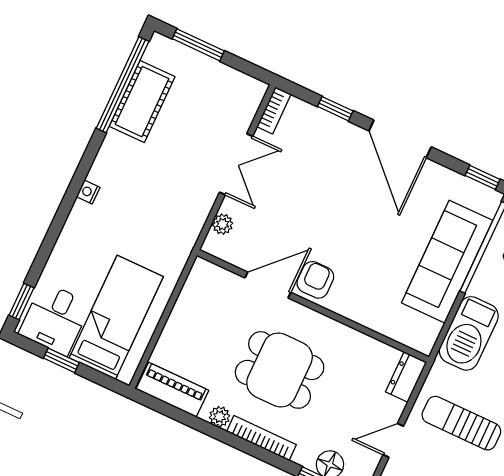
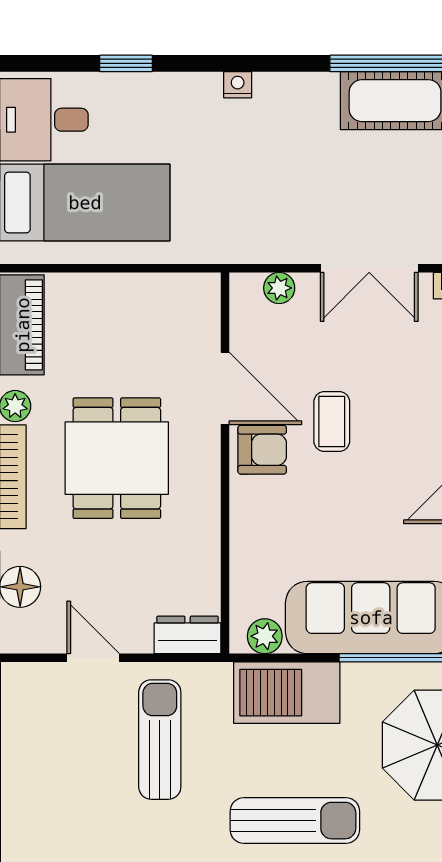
coffee table: (318, 230) -> (332, 421), added
window: (21, 301) -> (126, 63), moved
plant: (429, 331) -> (265, 636), added

